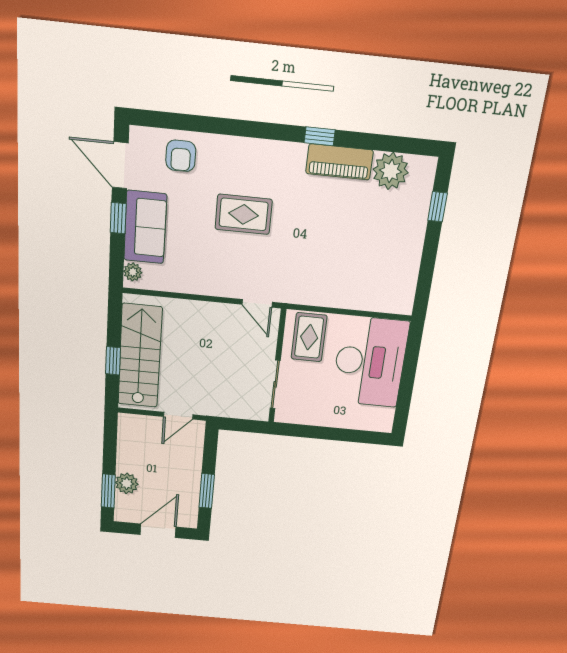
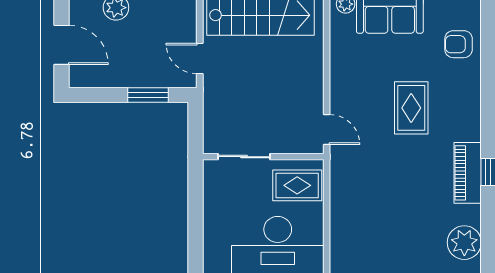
piano: (339, 162) -> (468, 173), moved
door: (257, 303) -> (327, 130), swing flipped
window: (207, 491) -> (148, 95), moved

